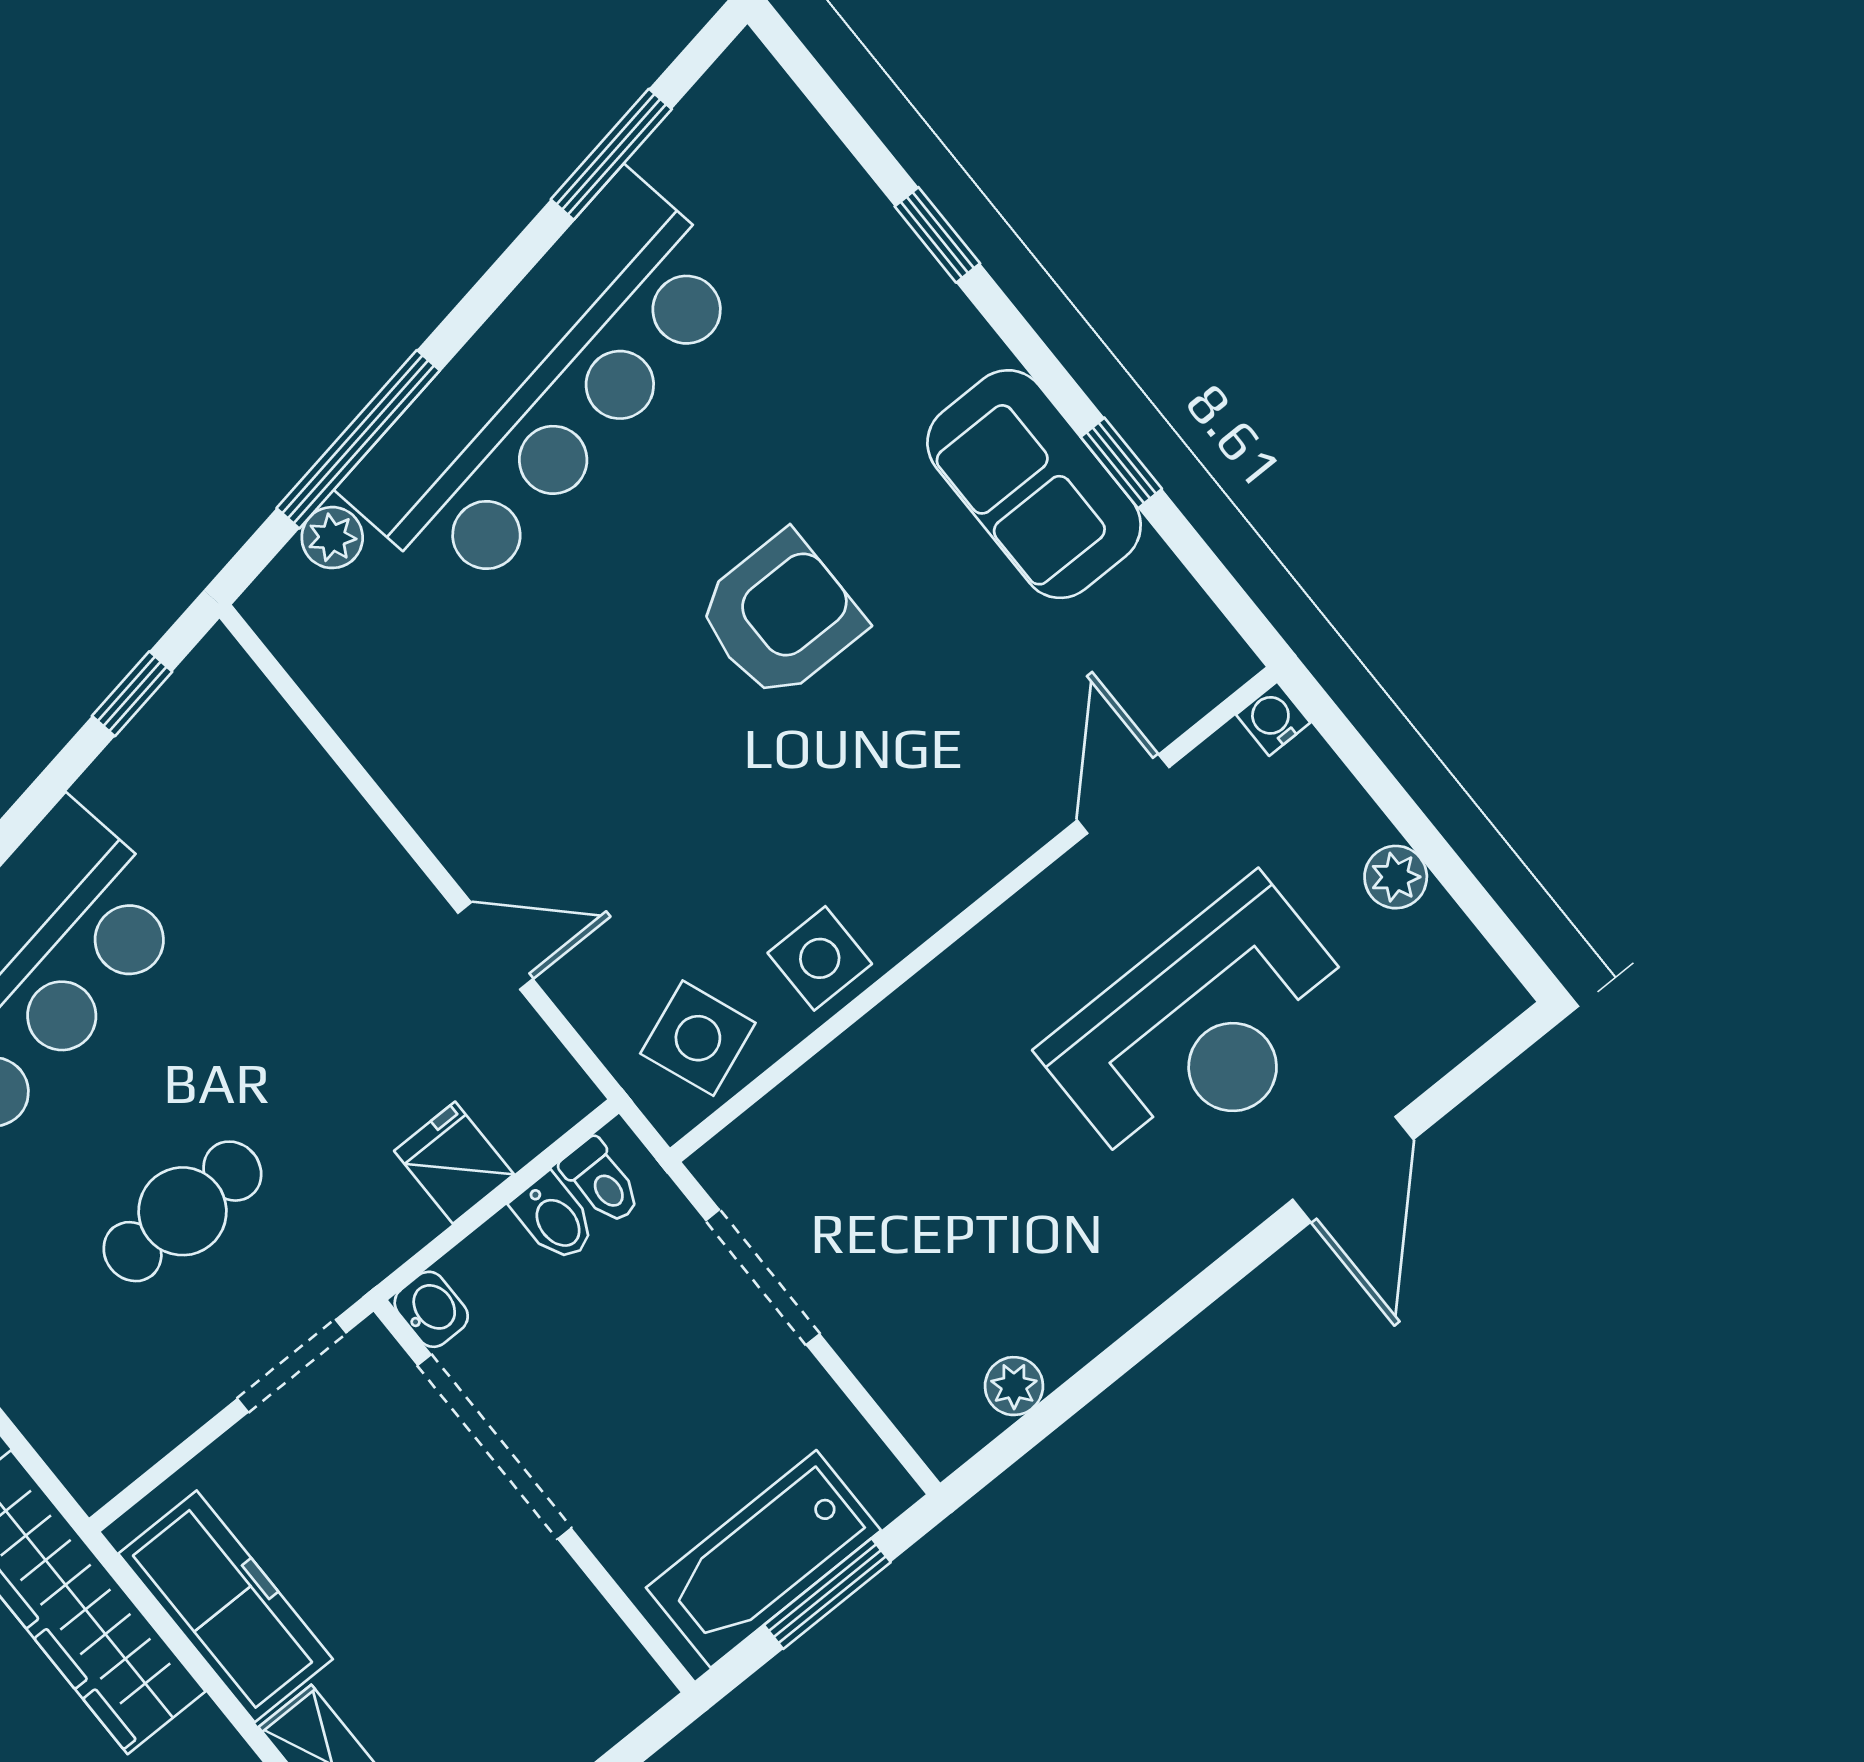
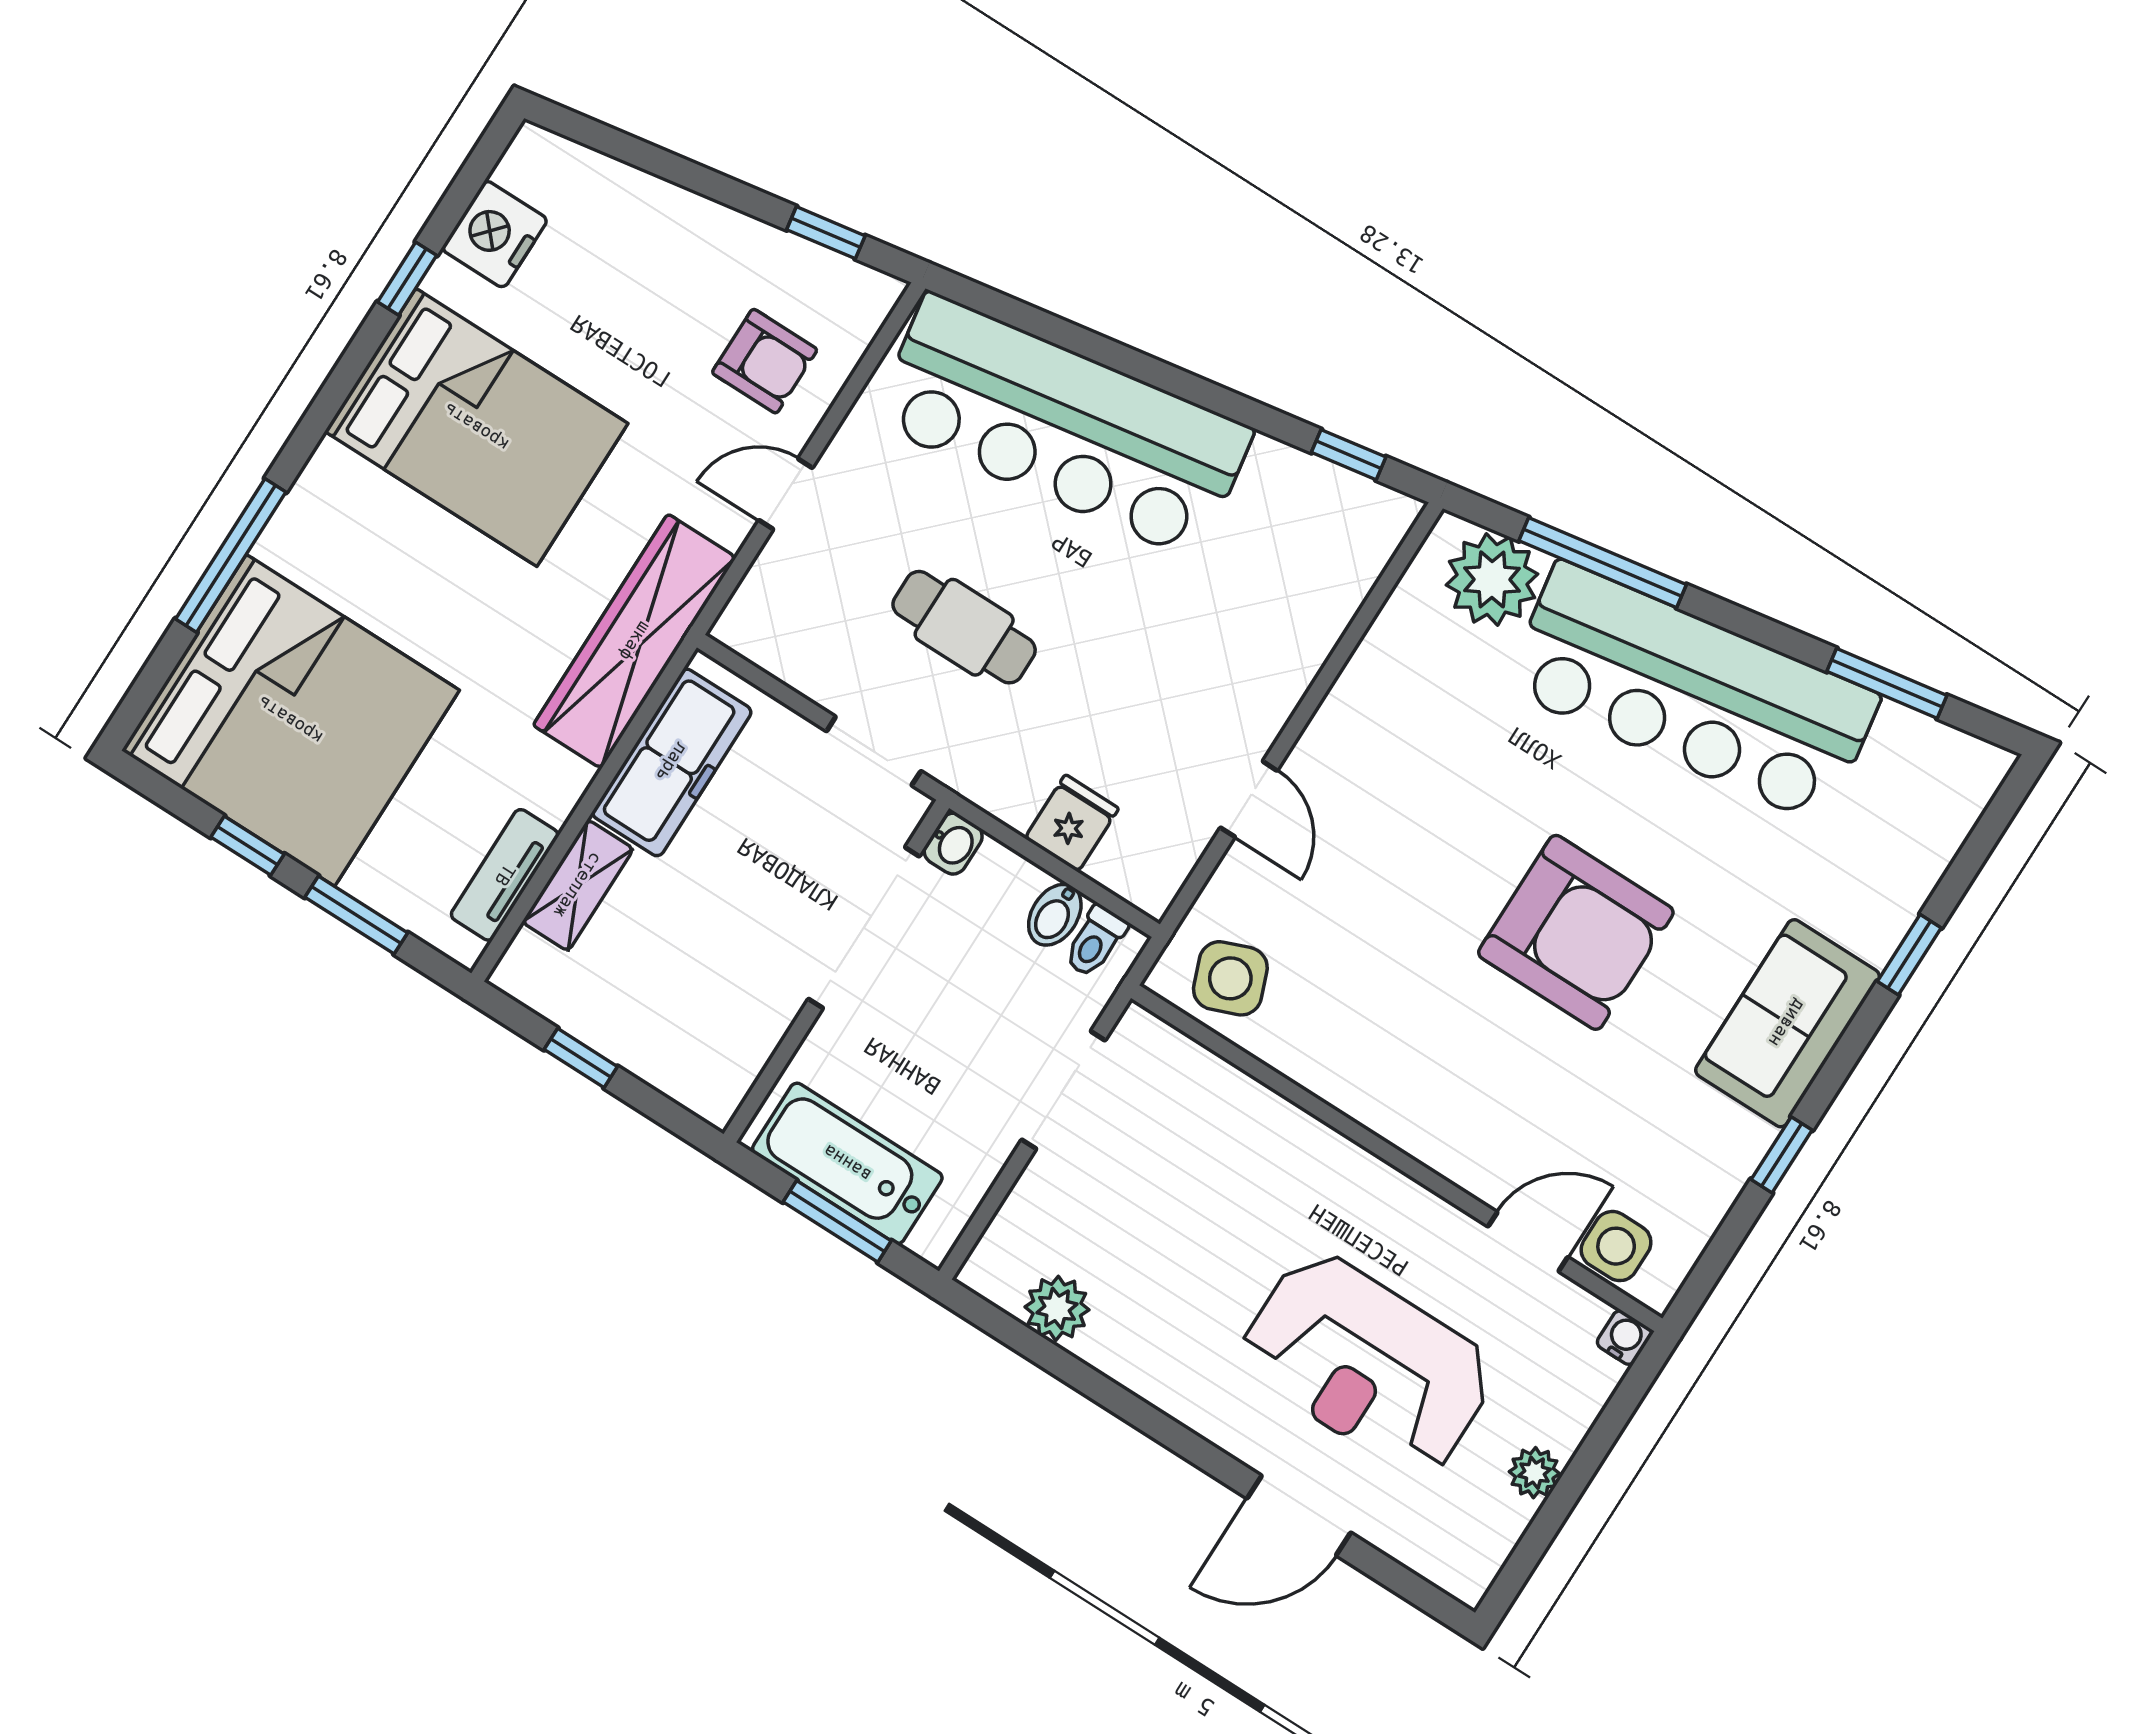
sofa: (1034, 484) -> (1787, 1023), moved
plant: (332, 538) -> (1492, 579), width x1.87, depth x1.87
armchair: (780, 616) -> (1576, 932), width x1.36, depth x1.36
side table: (820, 958) -> (1616, 1246), moved
plant: (1014, 1386) -> (1057, 1308), width x1.38, depth x1.38

